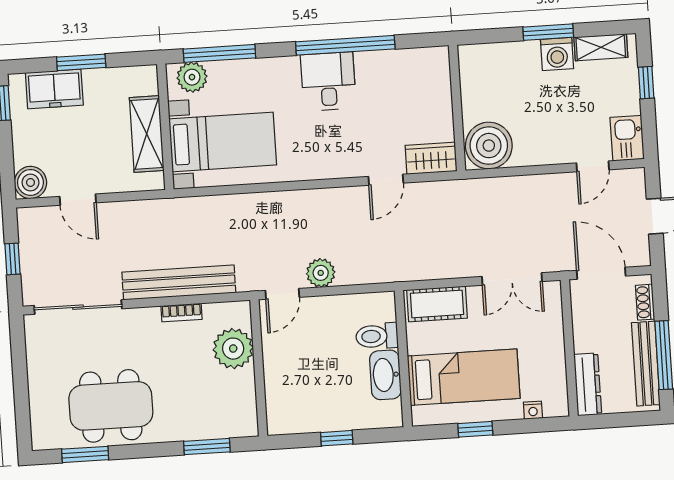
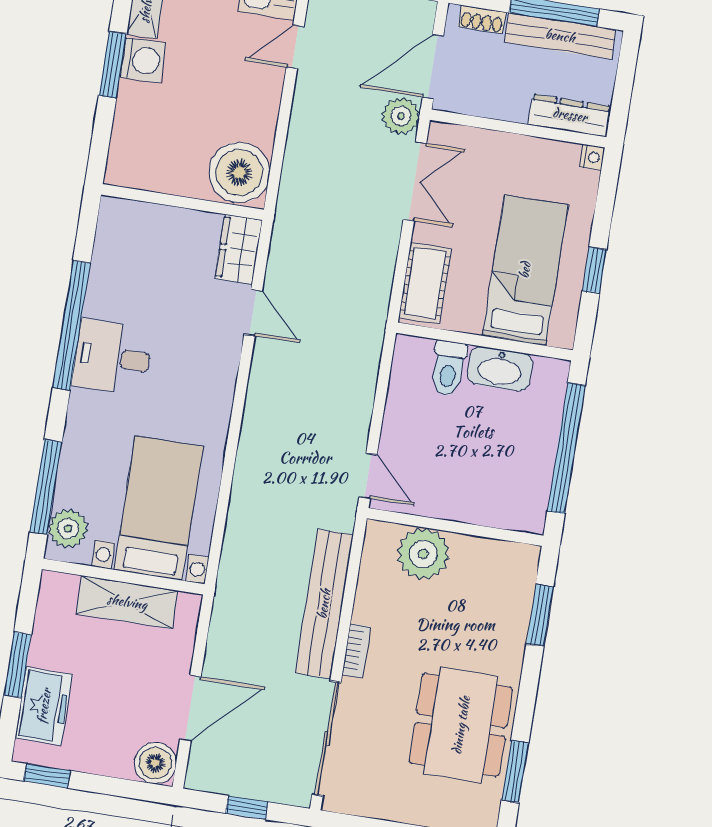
door: (593, 166) -> (295, 47), swing flipped
door: (78, 200) -> (190, 708), width x1.38
plant: (321, 273) -> (401, 116), moved
bookcase: (182, 313) -> (356, 651), moved
nightstand: (533, 410) -> (592, 157), moved
window: (337, 438) -> (566, 448), width x3.17

